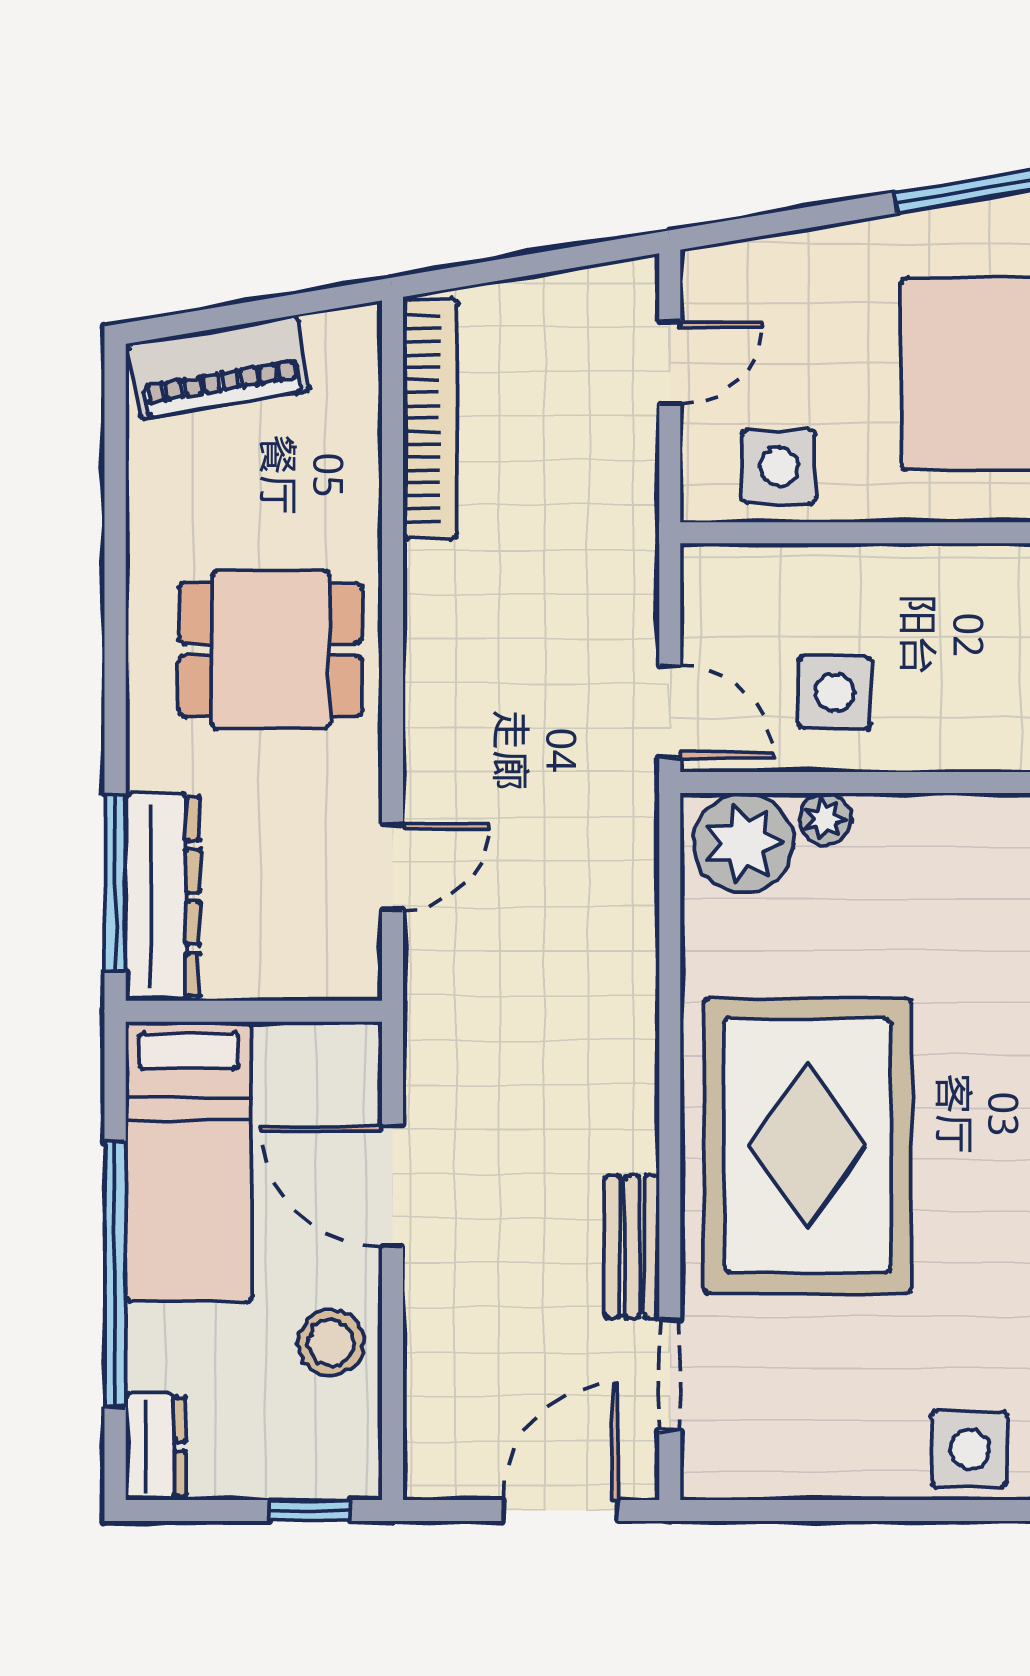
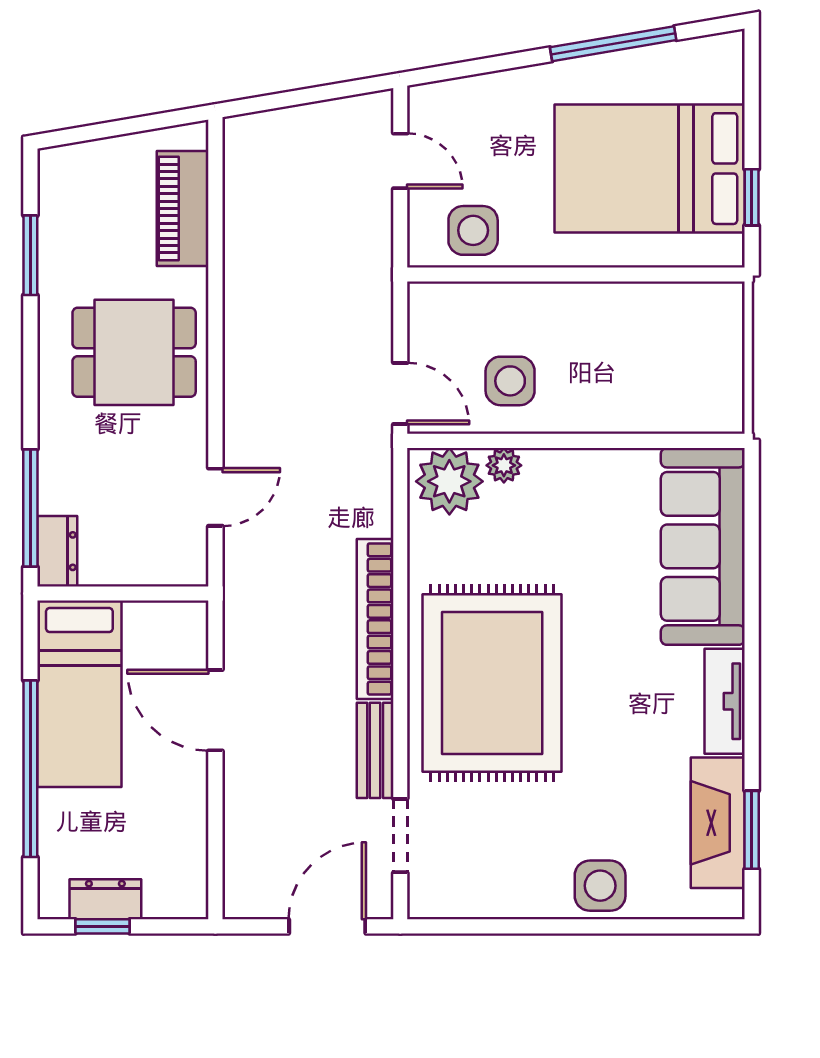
door: (670, 362) -> (400, 161), hinge flipped
piano: (219, 367) -> (183, 209), moved, turned 100
bookcase: (430, 419) -> (375, 619), moved, turned 180
window: (115, 504) -> (30, 255), added
dresser: (163, 897) -> (57, 551), width x0.51, depth x0.80
stool: (331, 1343) -> (174, 815), removed
dresser: (156, 1447) -> (105, 899), moved, turned -90
window: (310, 1510) -> (103, 926), moved

